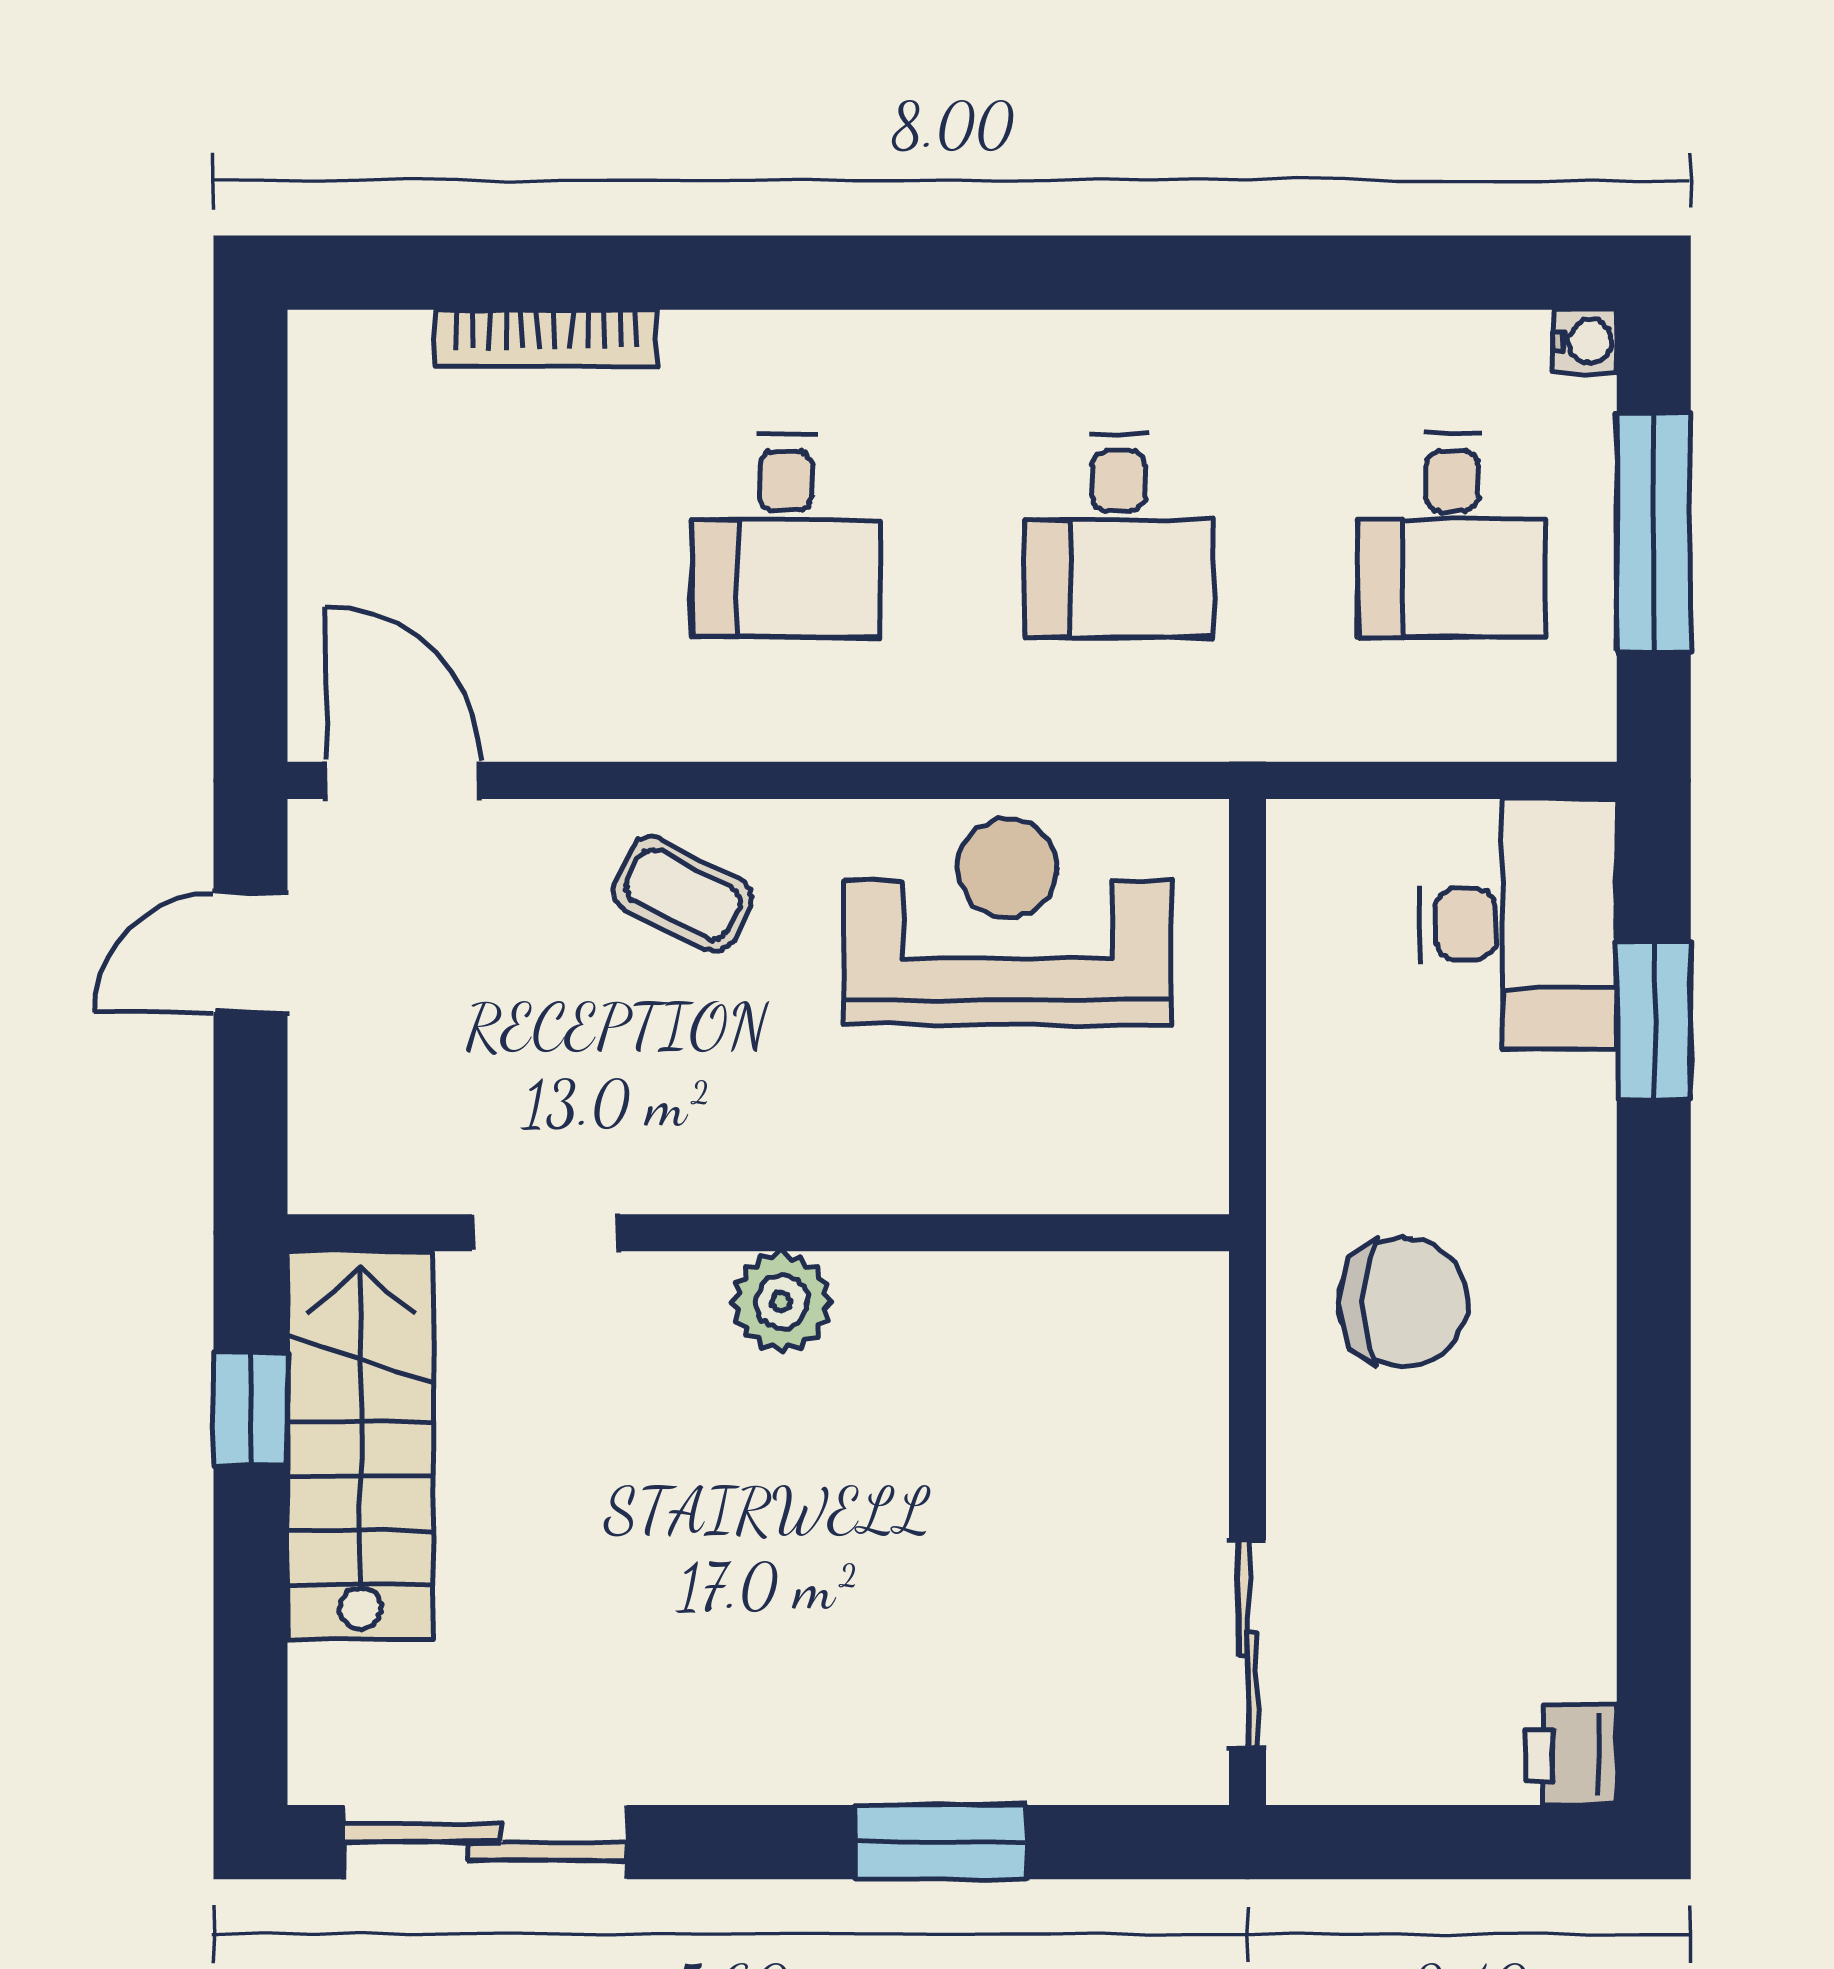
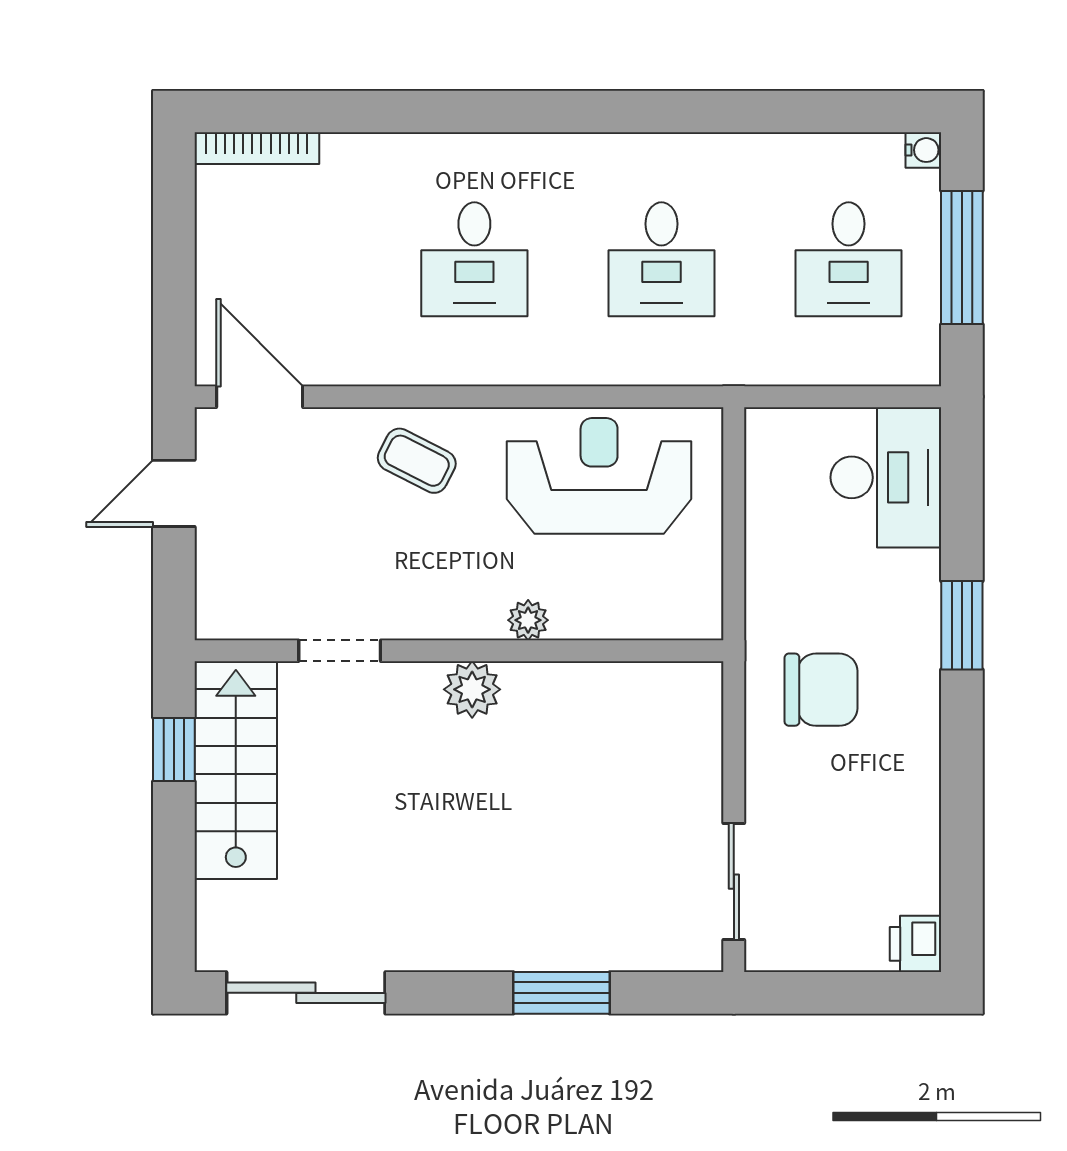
bookcase: (546, 338) -> (257, 148), moved
window: (1654, 1021) -> (962, 625), moved
plant: (881, 1178) -> (528, 620), added

